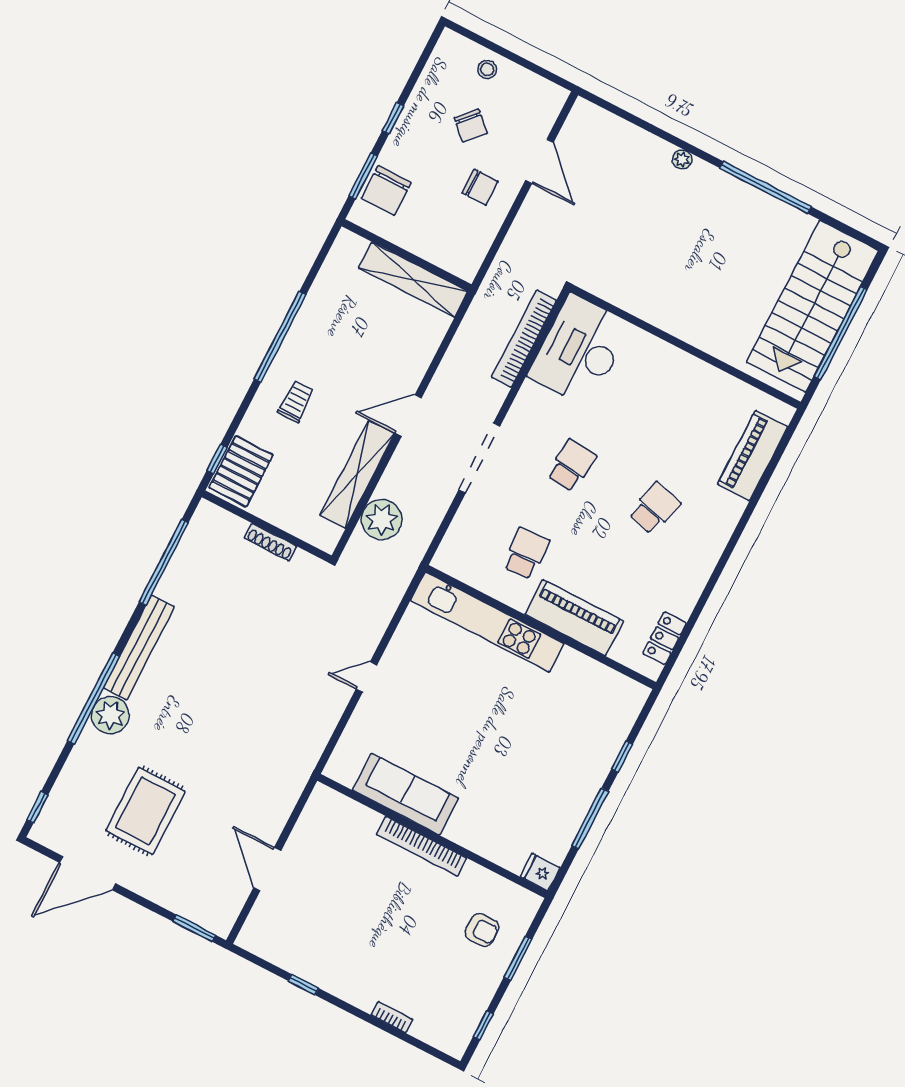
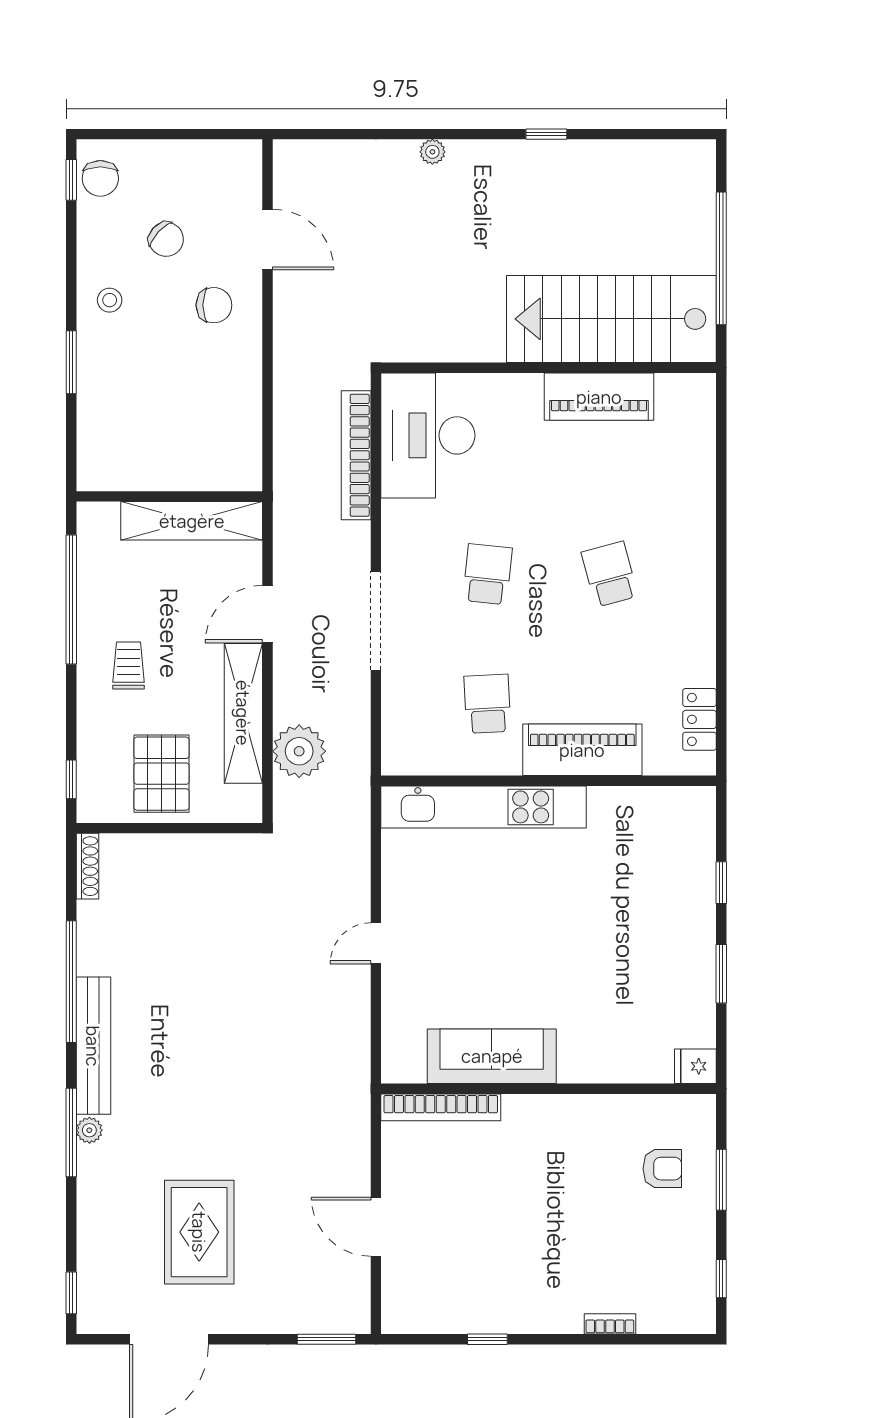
stool: (487, 69) -> (110, 300), moved
window: (393, 118) -> (71, 180), moved
window: (766, 187) -> (546, 134), width x0.32
chair: (386, 190) -> (100, 178), moved, width x0.73, depth x0.73
wall: (407, 255) -> (169, 496), moved
shelving: (413, 280) -> (192, 521), moved
stairs: (813, 306) -> (611, 319), moved, turned 90
piano: (753, 456) -> (599, 397), moved, turned -90
pallet: (241, 471) -> (161, 774), moved
school desk: (654, 508) -> (610, 574), turned -30
shoe rack: (270, 542) -> (87, 866), moved, turned -90
window: (164, 562) -> (71, 982), moved
window: (93, 698) -> (71, 1132), width x0.68
plant: (110, 715) -> (89, 1130), width x0.53, depth x0.53
window: (590, 818) -> (721, 974), width x0.69
bookcase: (422, 846) -> (441, 1107), moved

